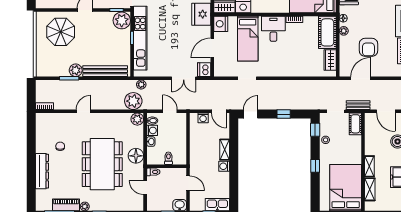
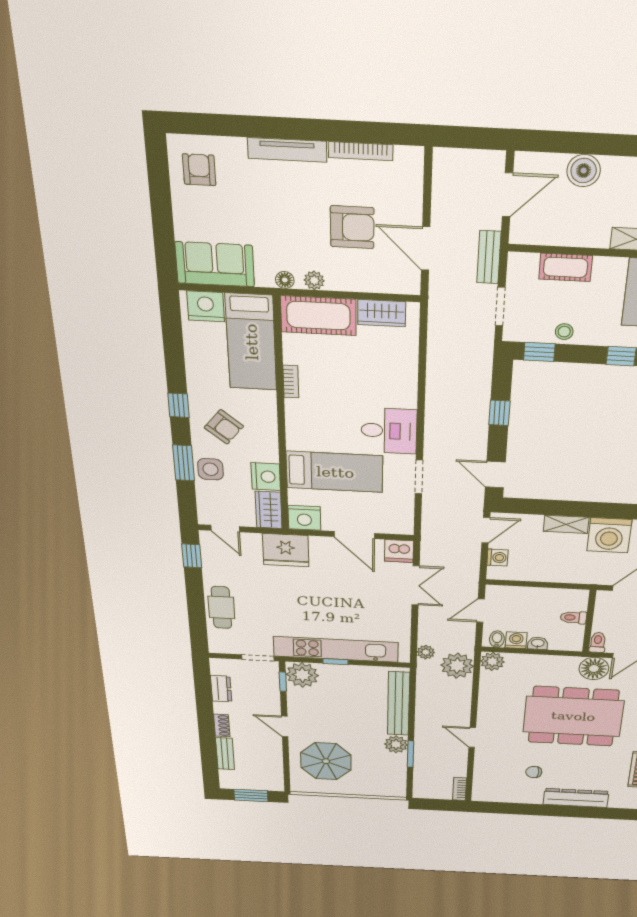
desk: (273, 29) -> (389, 431), moved, turned 180
cot: (355, 124) -> (566, 267), moved
floor lamp: (136, 156) -> (594, 669), moved
washing machine: (224, 166) -> (609, 535), width x1.89, depth x1.89

